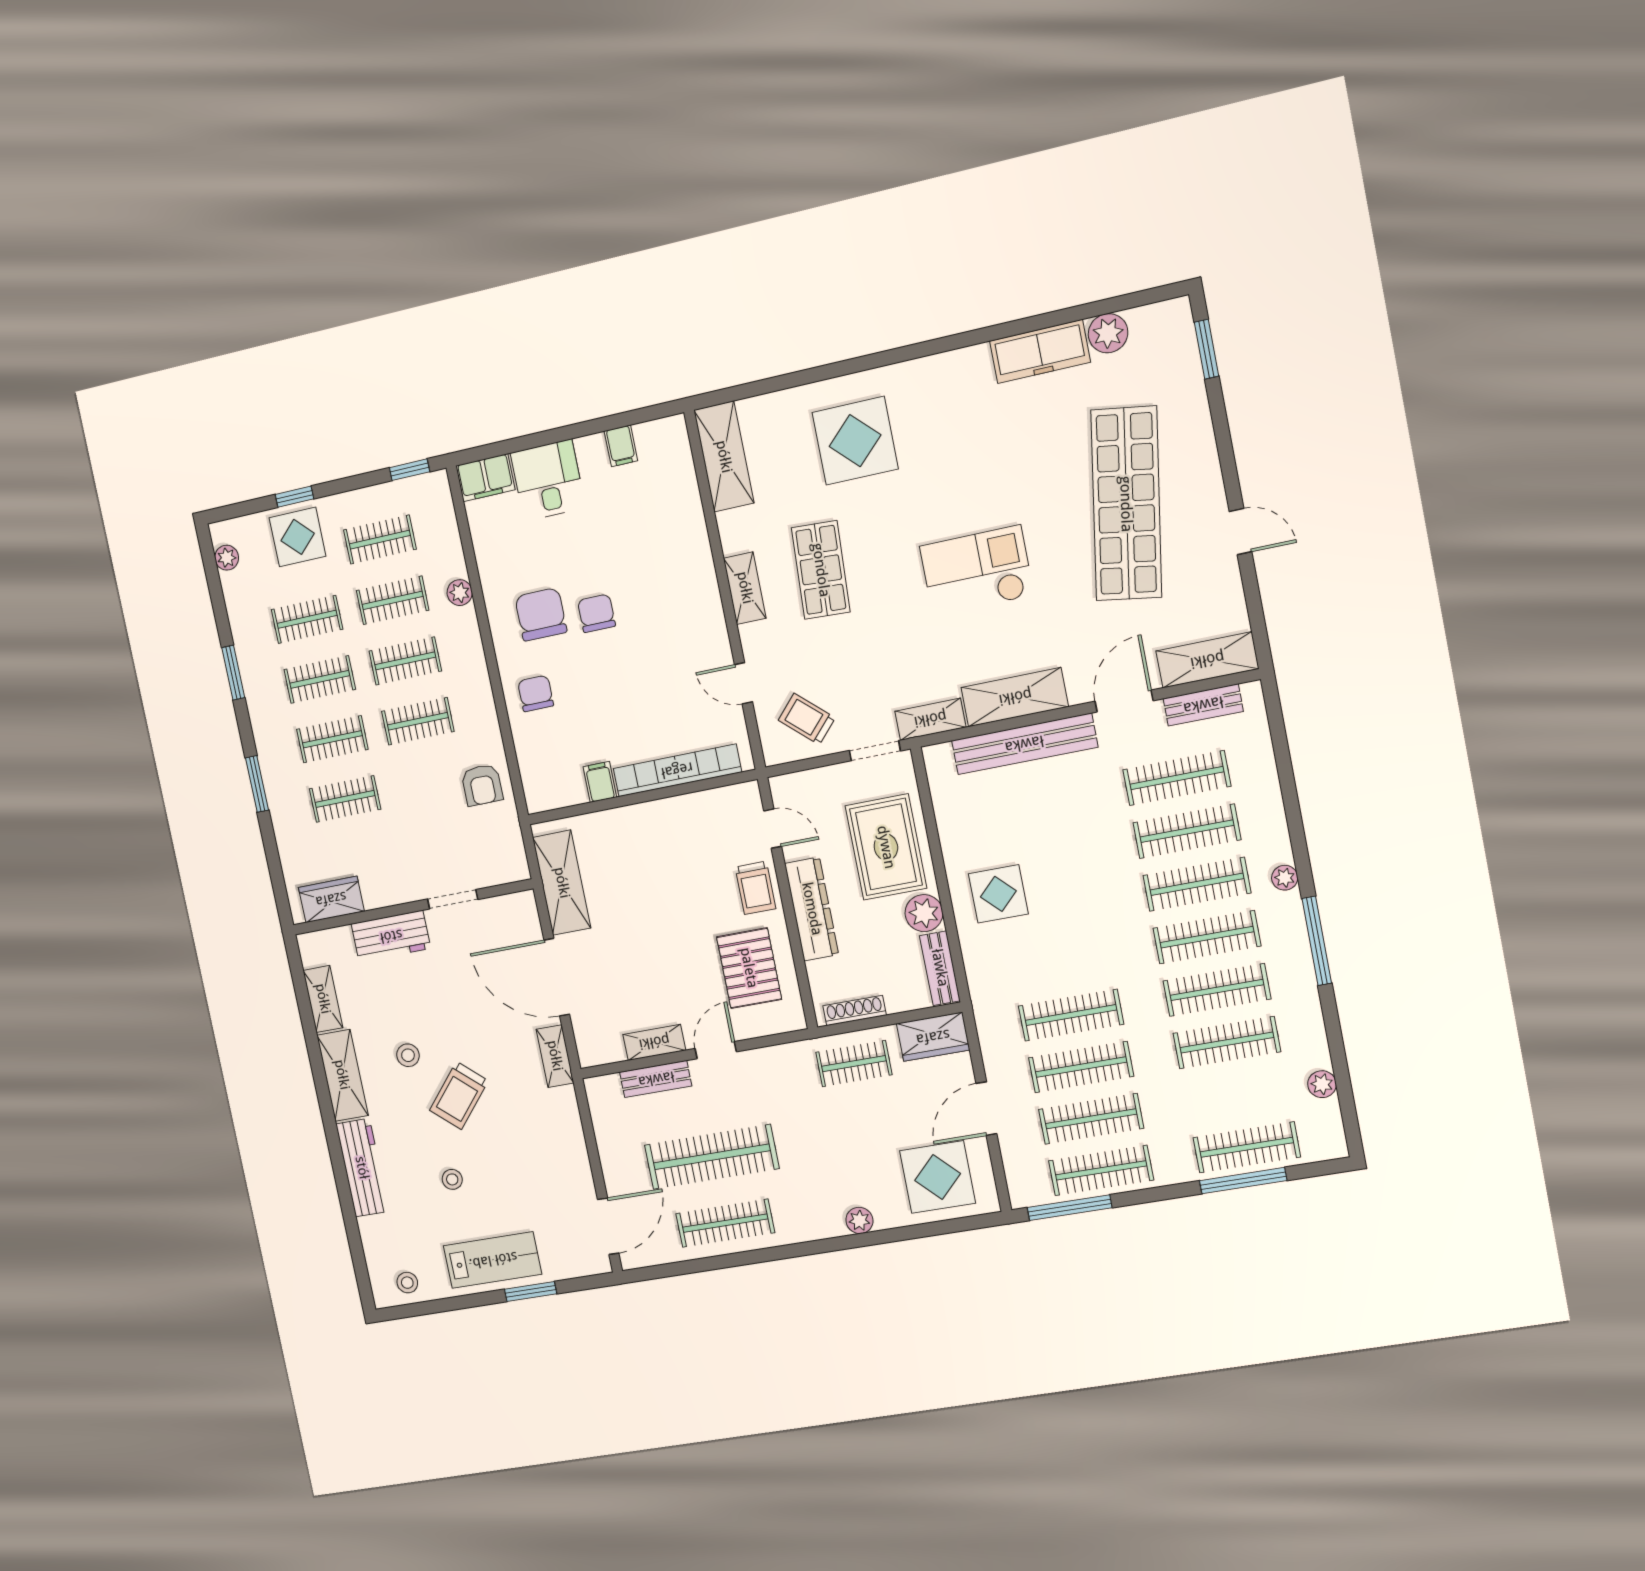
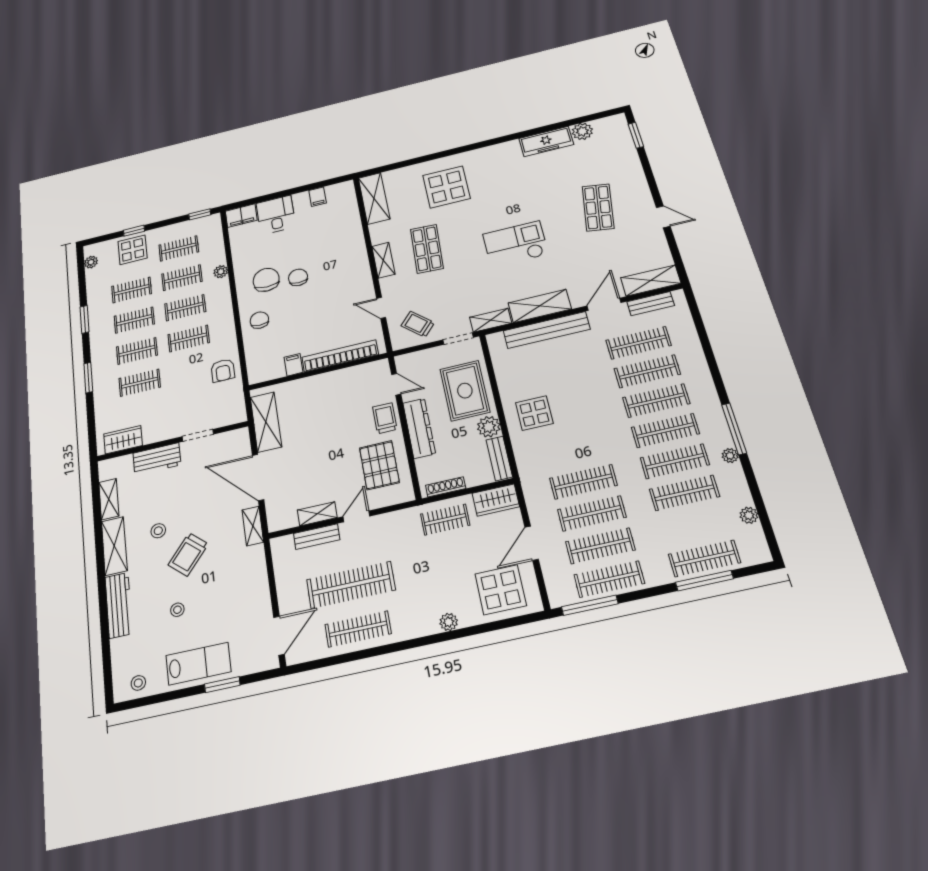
shop shelf: (1126, 504) -> (598, 207), width x0.50, depth x0.74
plant: (1285, 878) -> (730, 456), moved
trolley: (755, 888) -> (385, 418), turned 180

